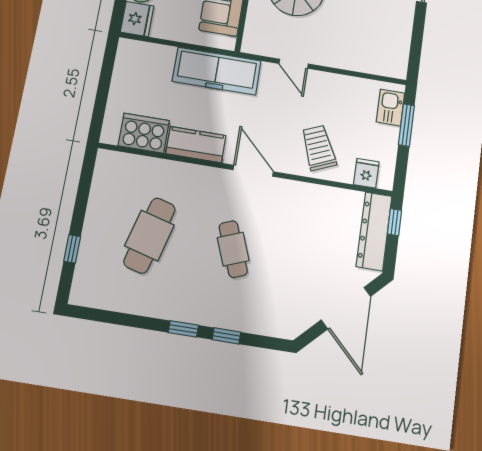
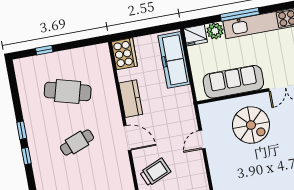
freezer: (217, 71) -> (174, 60), moved
cooker: (144, 133) -> (124, 54), moved
door: (253, 171) -> (127, 138), hinge flipped

